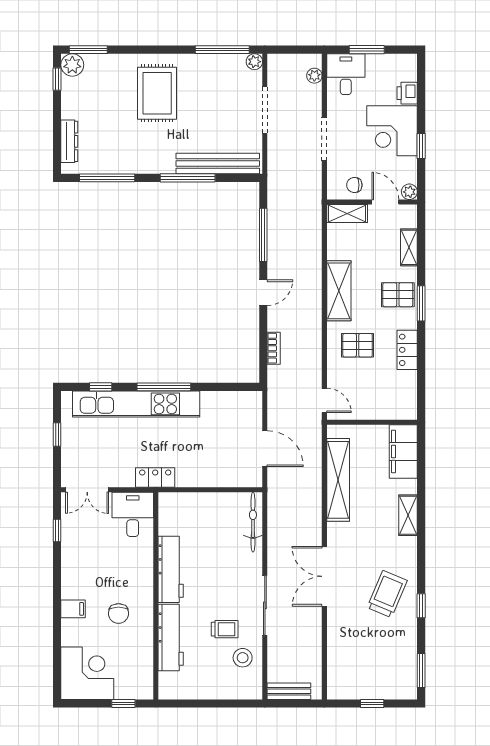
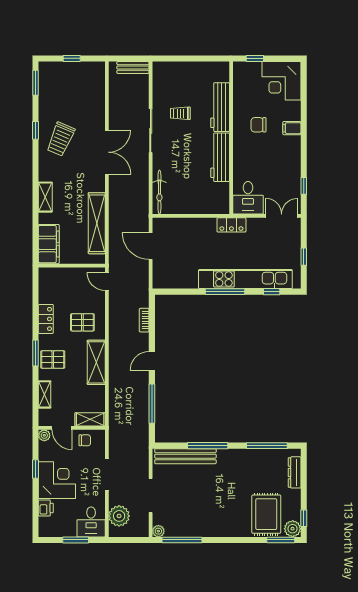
plant: (314, 76) -> (119, 516), width x1.88, depth x1.88
rug: (157, 93) -> (266, 514), moved
chair: (118, 613) -> (258, 125), turned -90
stool: (243, 658) -> (167, 92), removed

